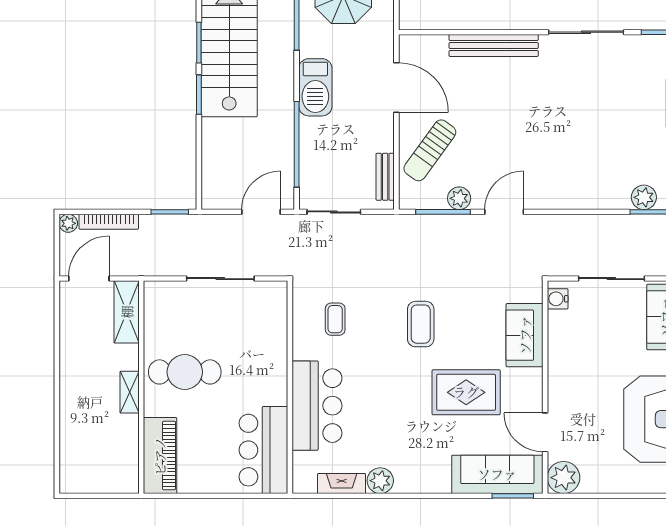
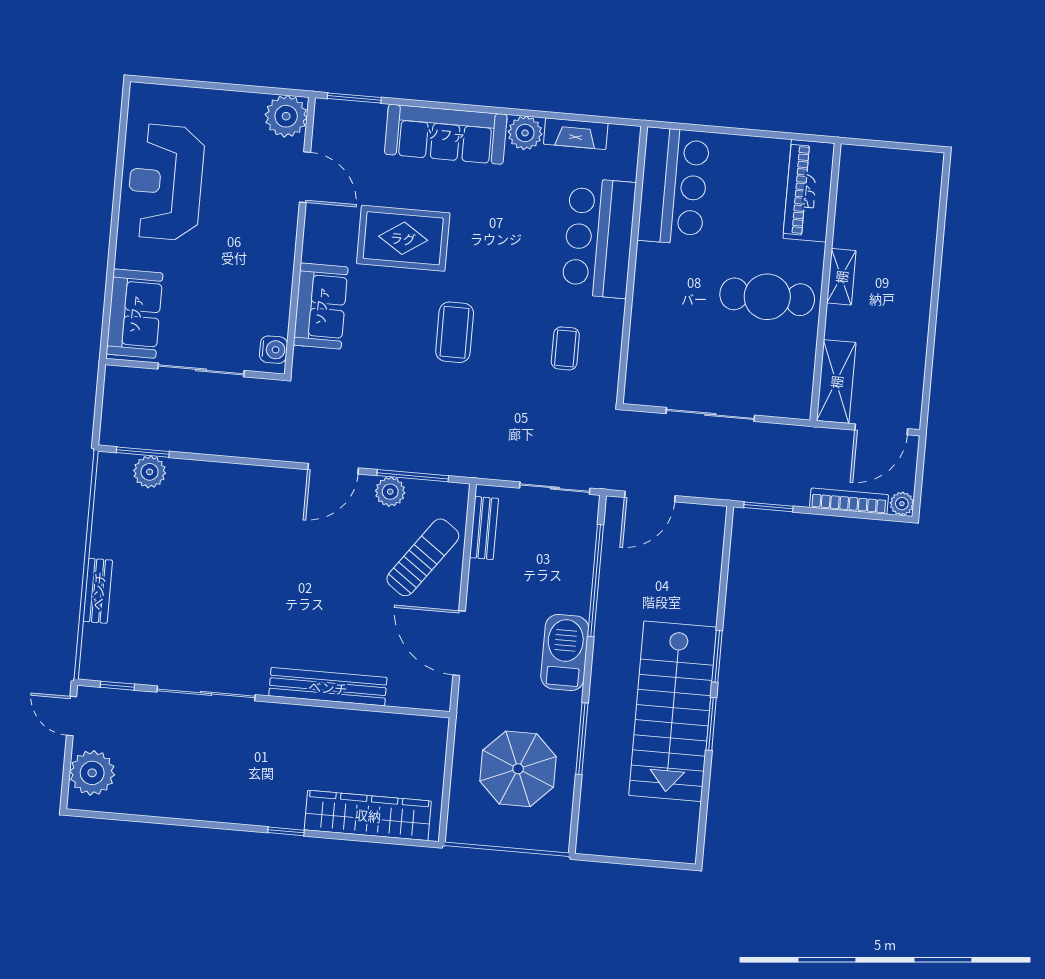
sofa: (497, 474) -> (446, 134), moved

